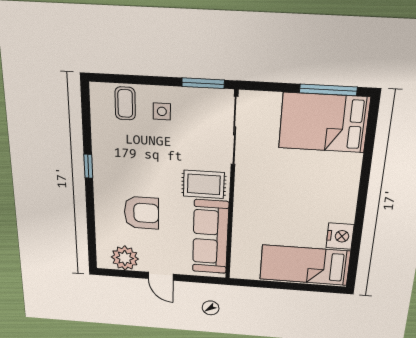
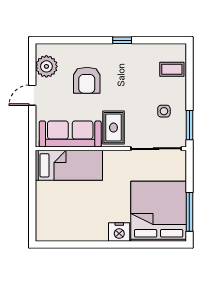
side table: (162, 111) -> (164, 111), moved
bed: (324, 123) -> (159, 211), width x1.36
nightstand: (340, 236) -> (119, 232), moved
bed: (305, 265) -> (69, 165), moved, turned 90

